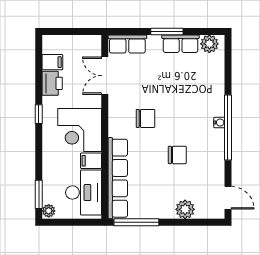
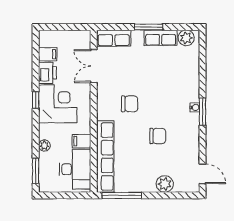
window: (228, 127) -> (203, 112), width x0.47
corner desk: (80, 130) -> (58, 104), moved, turned 180
plant: (49, 211) -> (44, 146), moved

